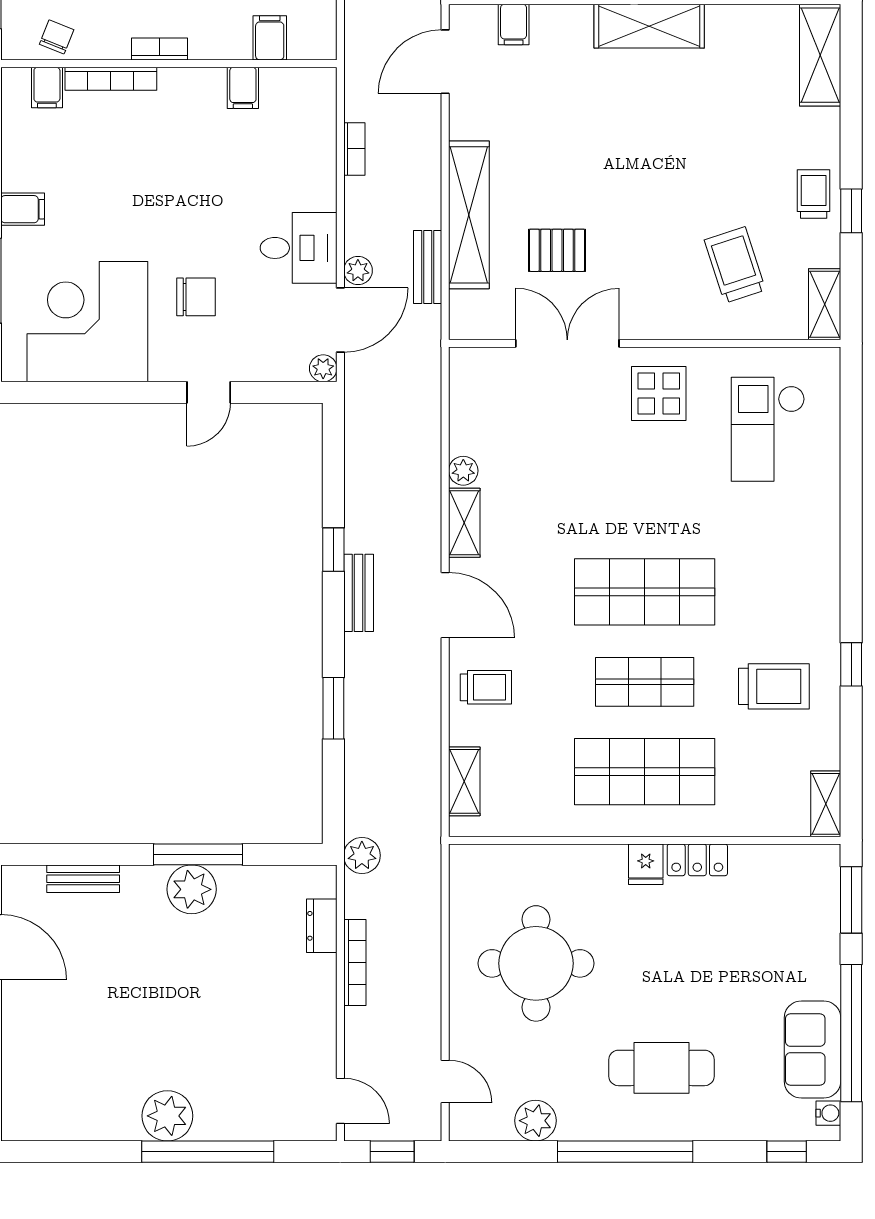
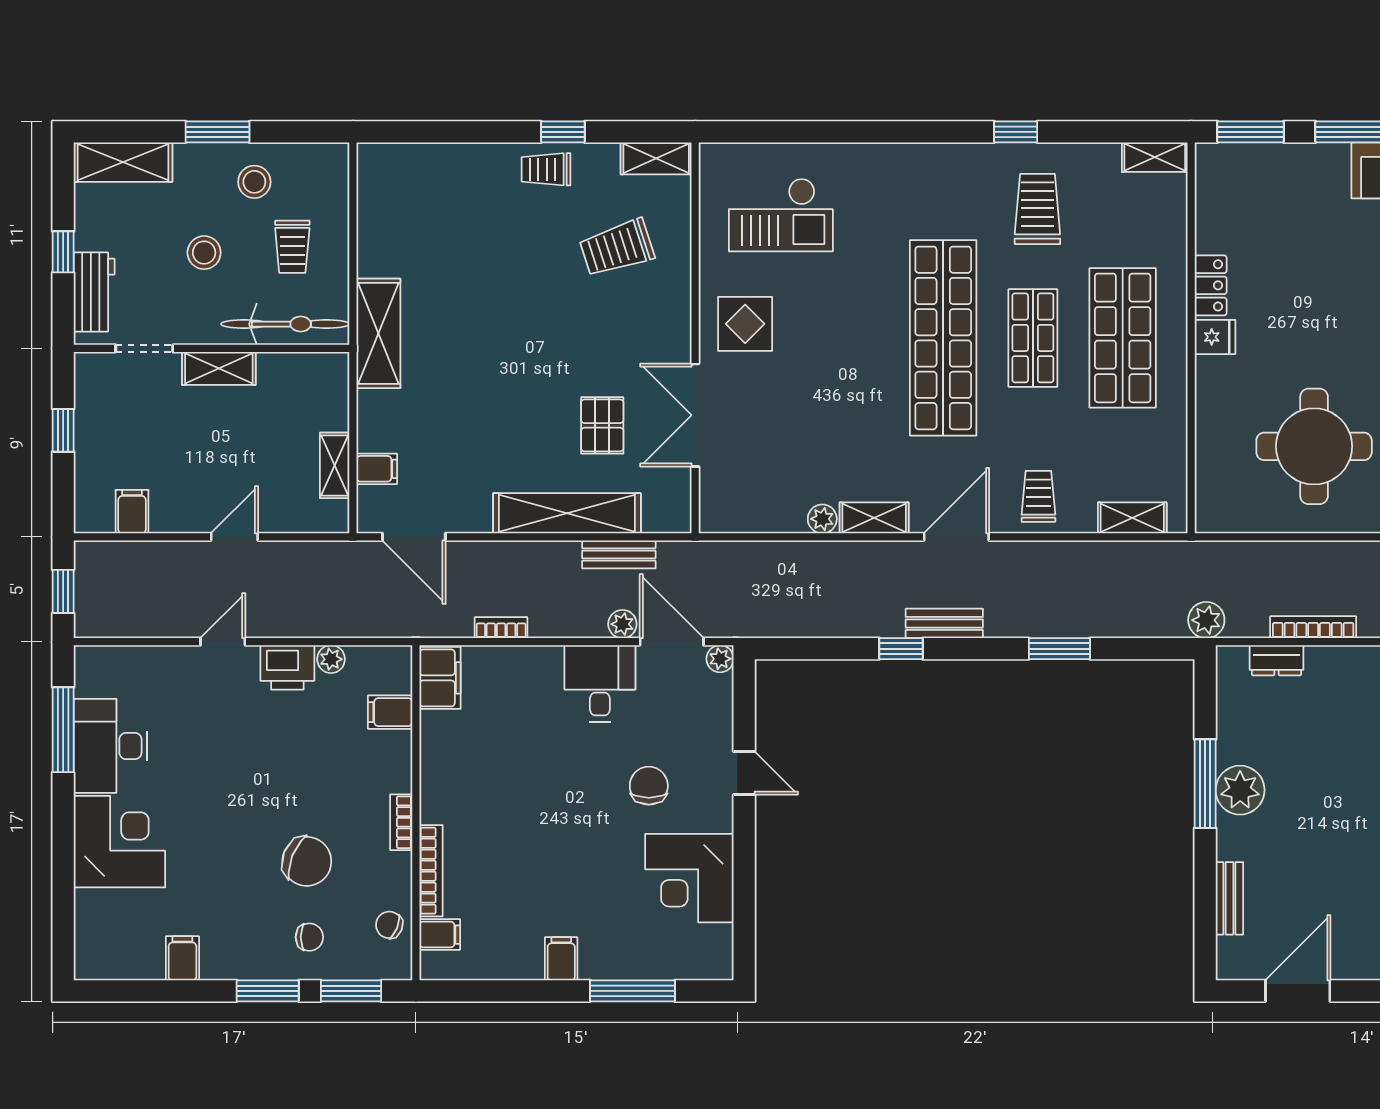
shelving: (820, 55) -> (407, 163), removed
filing cabinet: (243, 88) -> (440, 678), moved, width x2.00
corner desk: (87, 322) -> (689, 878), width x0.74, depth x0.74
shop shelf: (645, 592) -> (943, 338), width x1.40

